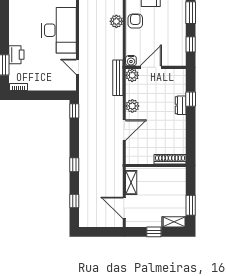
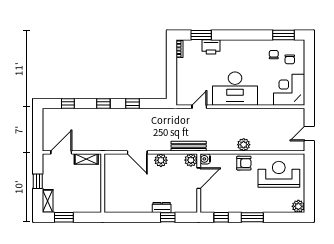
door: (151, 67) -> (199, 178), hinge flipped
window: (74, 111) -> (132, 103), moved
shoe rack: (170, 159) -> (109, 197), removed

